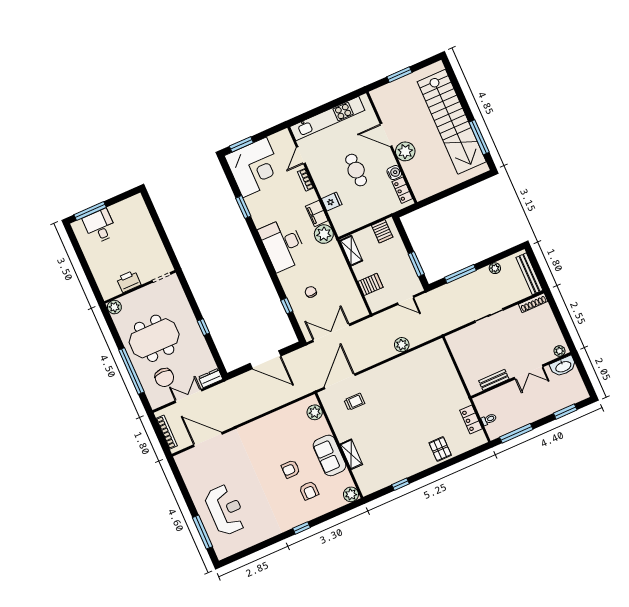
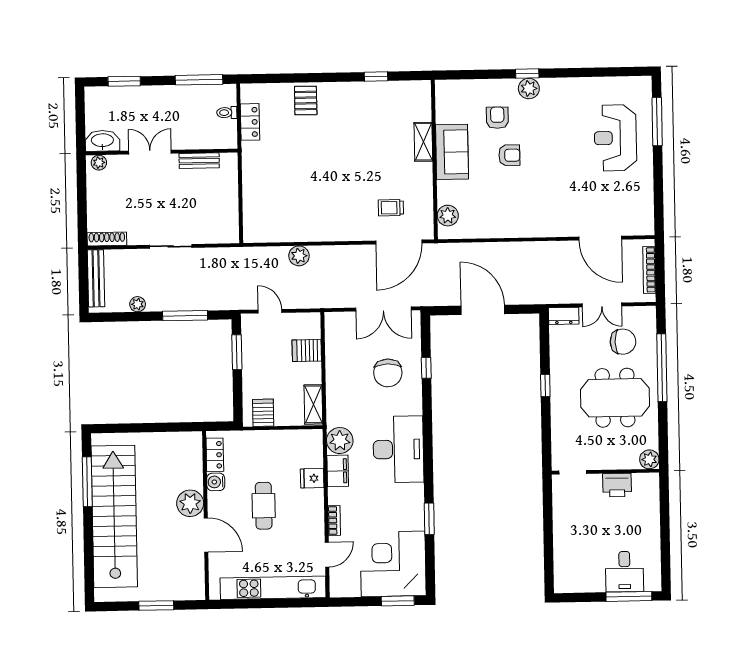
chair: (311, 292) -> (388, 373), width x1.87, depth x1.87
chair: (164, 377) -> (623, 342), turned 90
plant: (351, 494) -> (529, 89), moved

